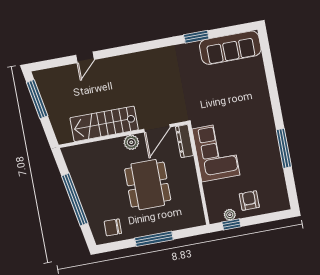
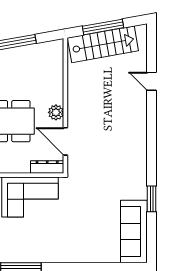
window: (37, 99) -> (103, 27), moved
stairs: (104, 124) -> (103, 44), moved, turned 80

